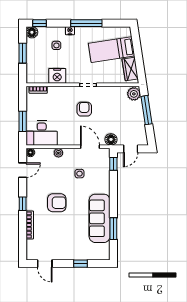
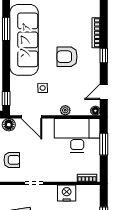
armchair: (84, 109) -> (12, 160), moved, turned -90
desk: (42, 133) -> (77, 135), width x1.36, depth x1.30
sofa: (100, 218) -> (24, 40), width x1.36, depth x1.27

